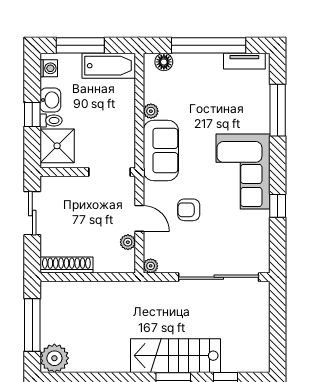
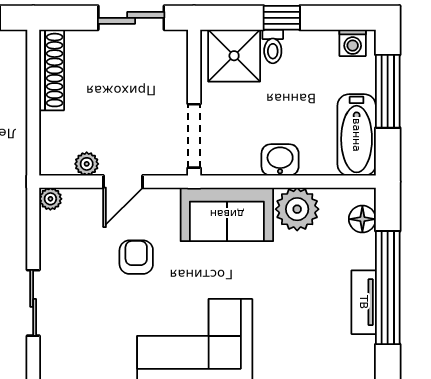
tv unit: (244, 61) -> (364, 302), moved
washbasin: (50, 100) -> (280, 160), moved, turned 180
plant: (151, 111) -> (297, 209), width x1.88, depth x1.88
sliding door: (219, 277) -> (33, 303), width x0.54

